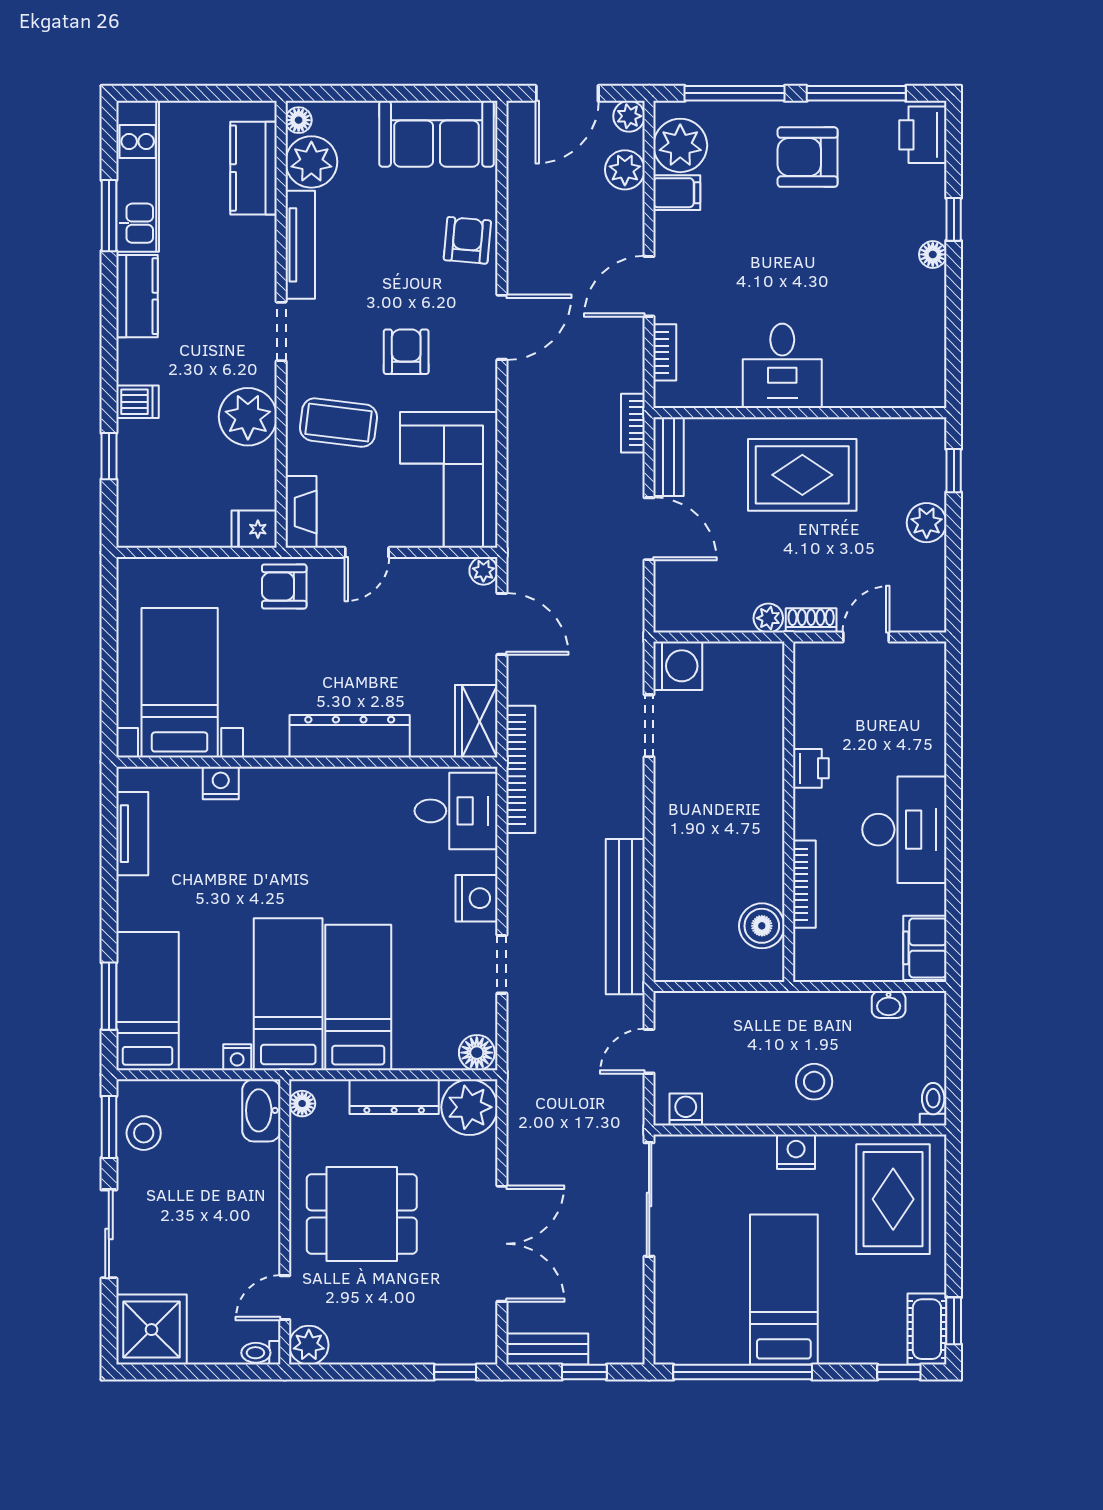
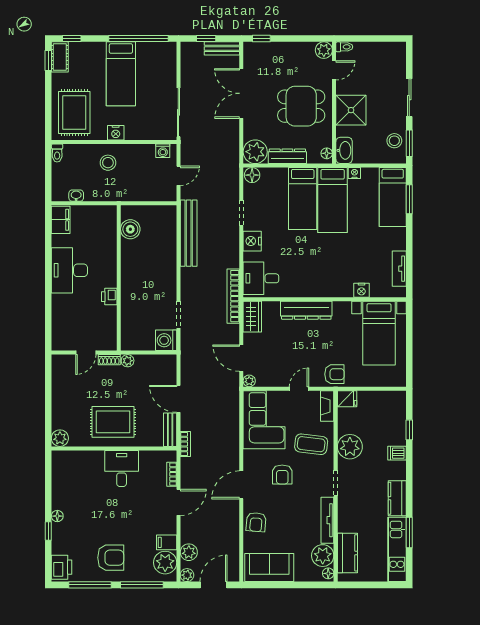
window: (954, 471) -> (48, 424), removed
plant: (927, 523) -> (60, 438), moved
bookcase: (804, 884) -> (112, 247), removed
shower: (151, 1330) -> (351, 110), moved

